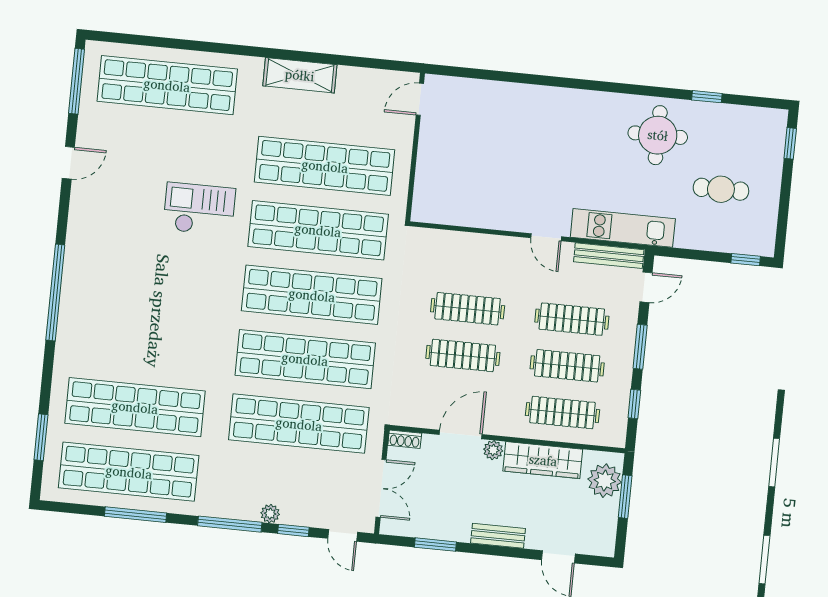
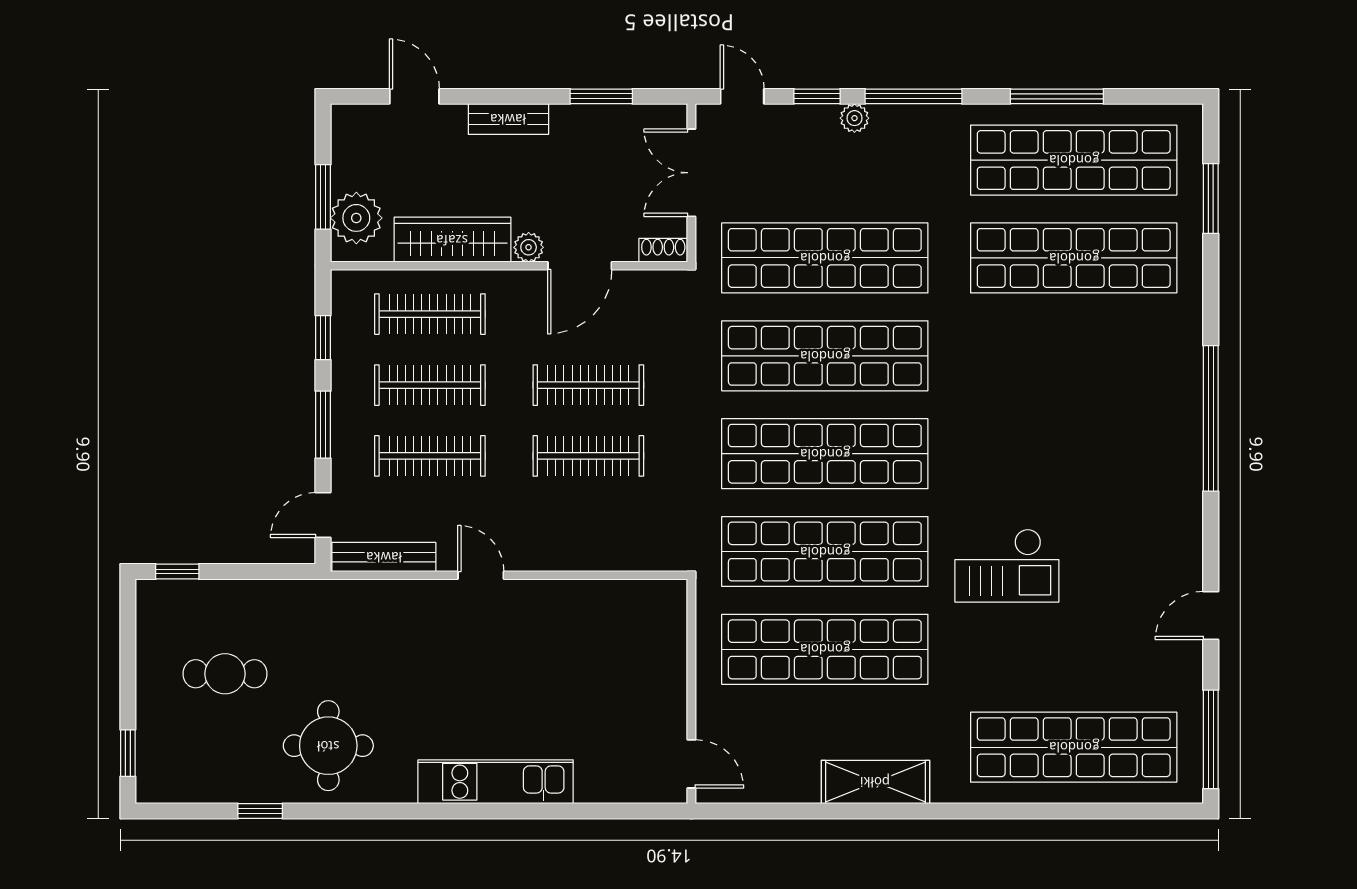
door: (420, 99) -> (691, 764), hinge flipped
kitchen unit: (623, 228) -> (496, 782), moved, turned 180

